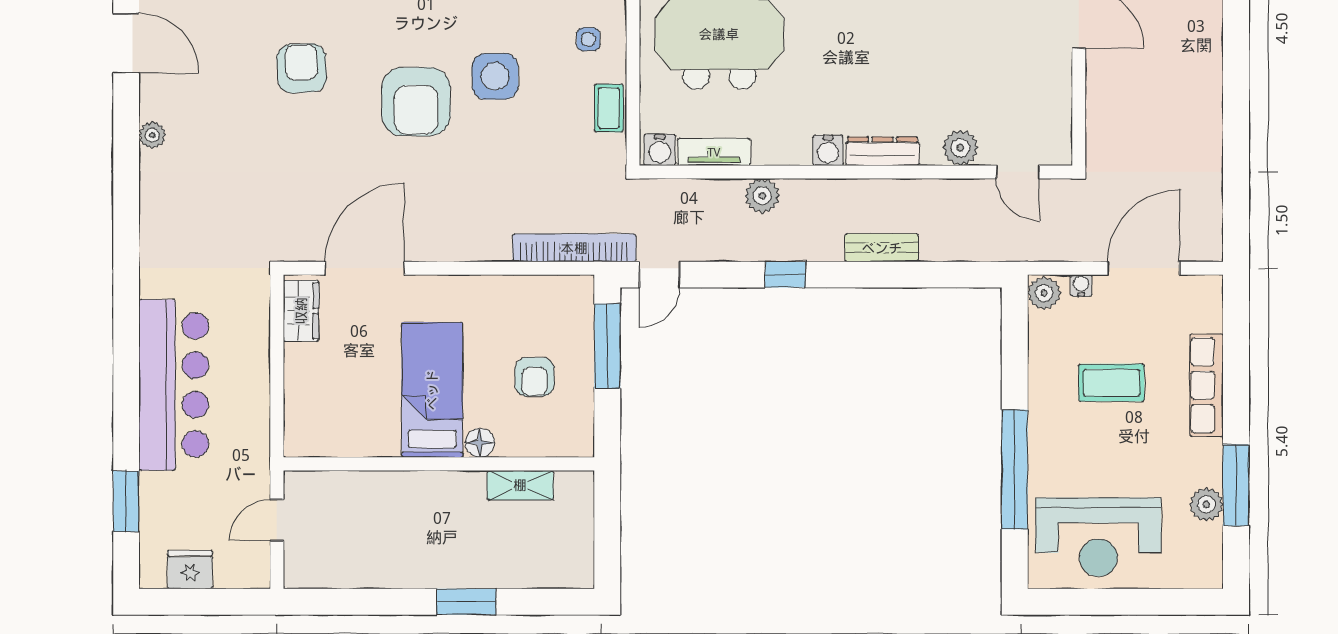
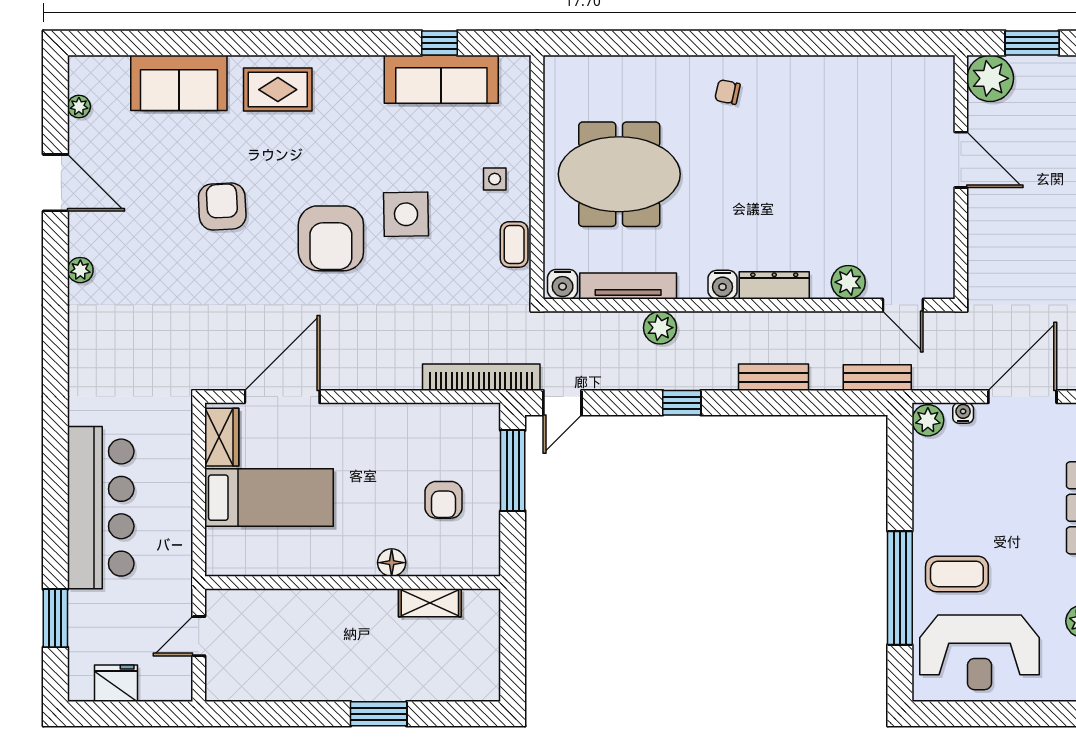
tv unit: (714, 152) -> (628, 286), width x1.41
bench: (991, 248) -> (877, 378), added
coffee table: (1112, 383) -> (957, 574), moved
bed: (432, 390) -> (269, 498), moved, turned 90

